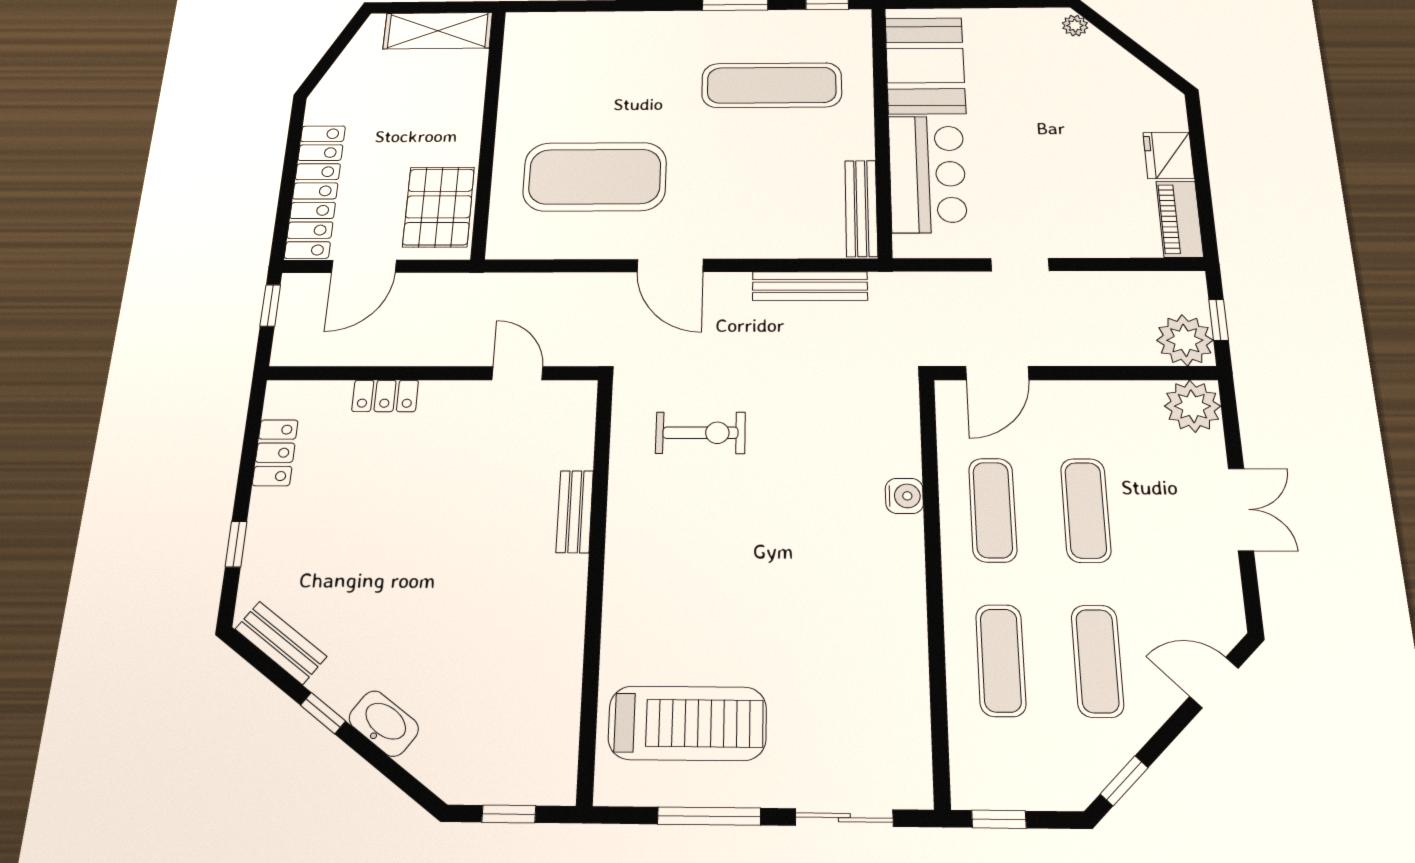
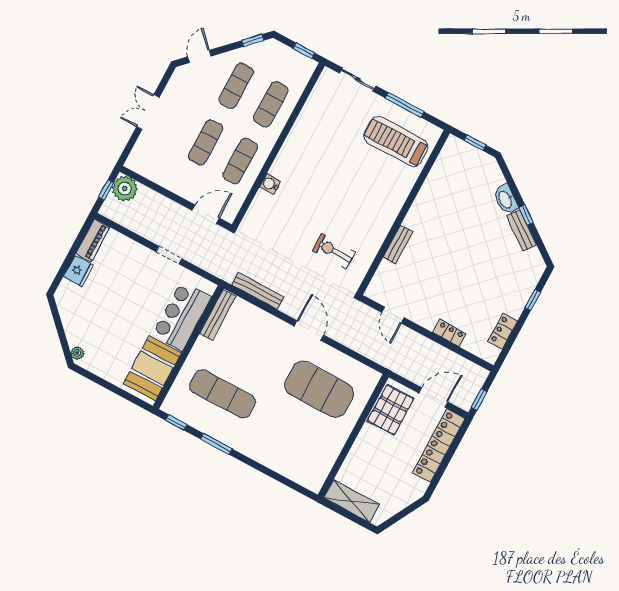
plant: (1193, 406) -> (139, 161), removed
bench: (281, 643) -> (522, 230), moved
door: (1214, 682) -> (199, 56), swing flipped

